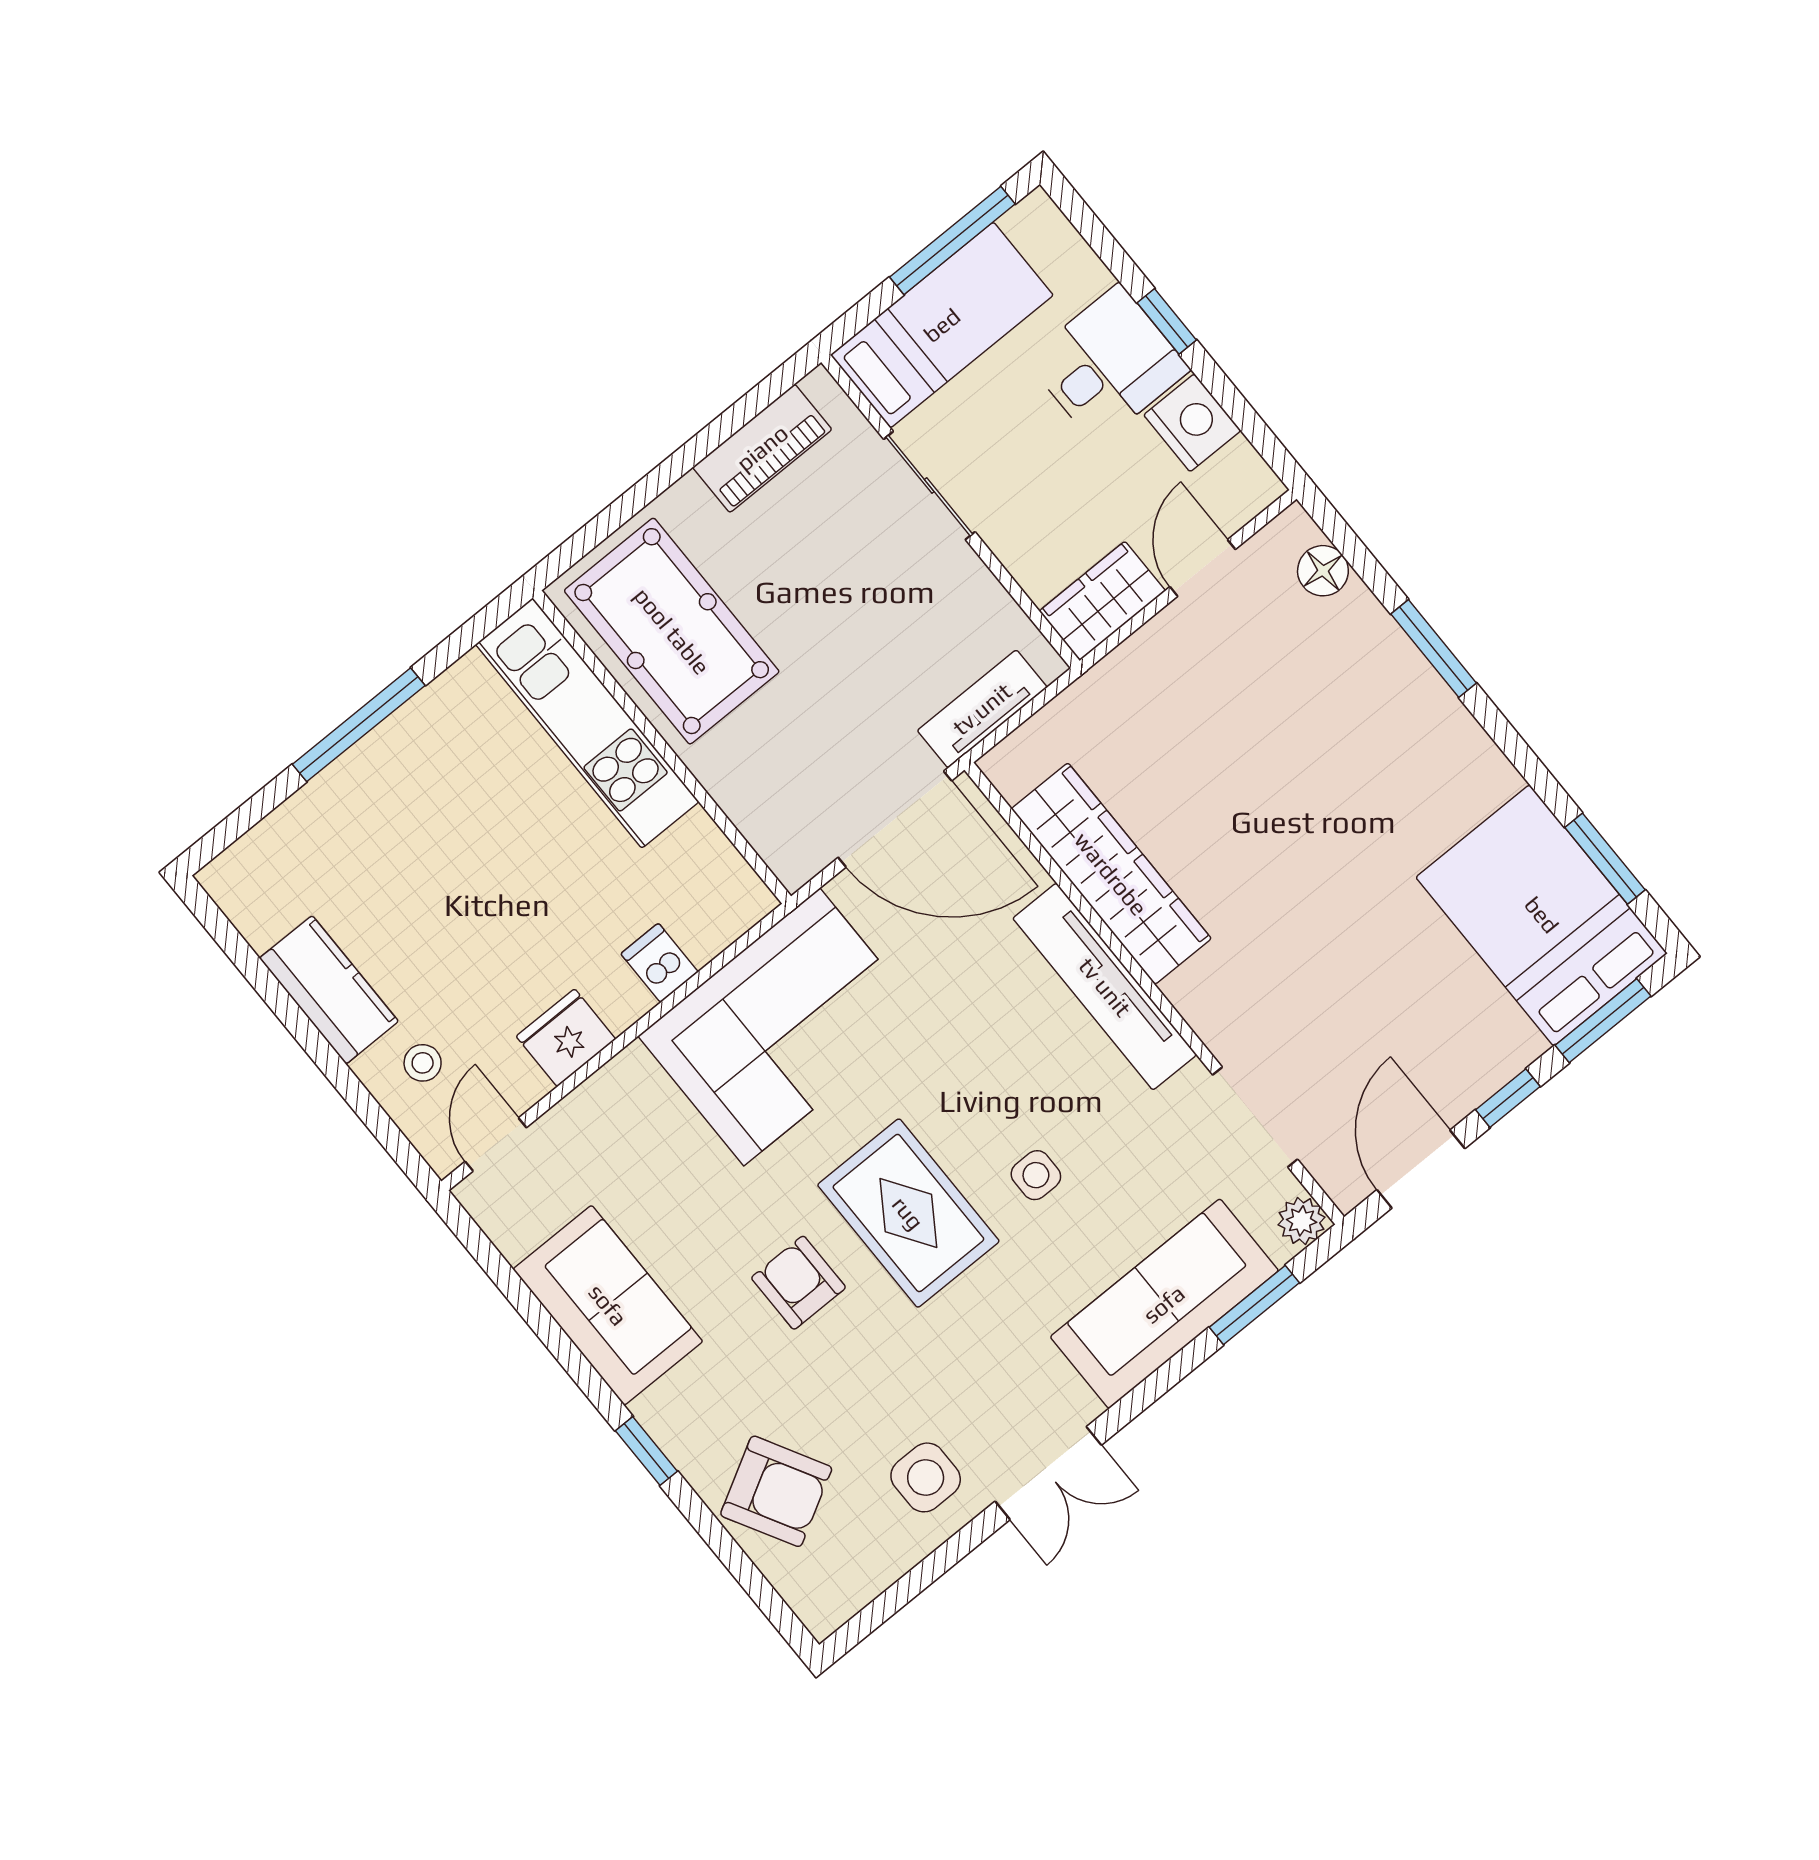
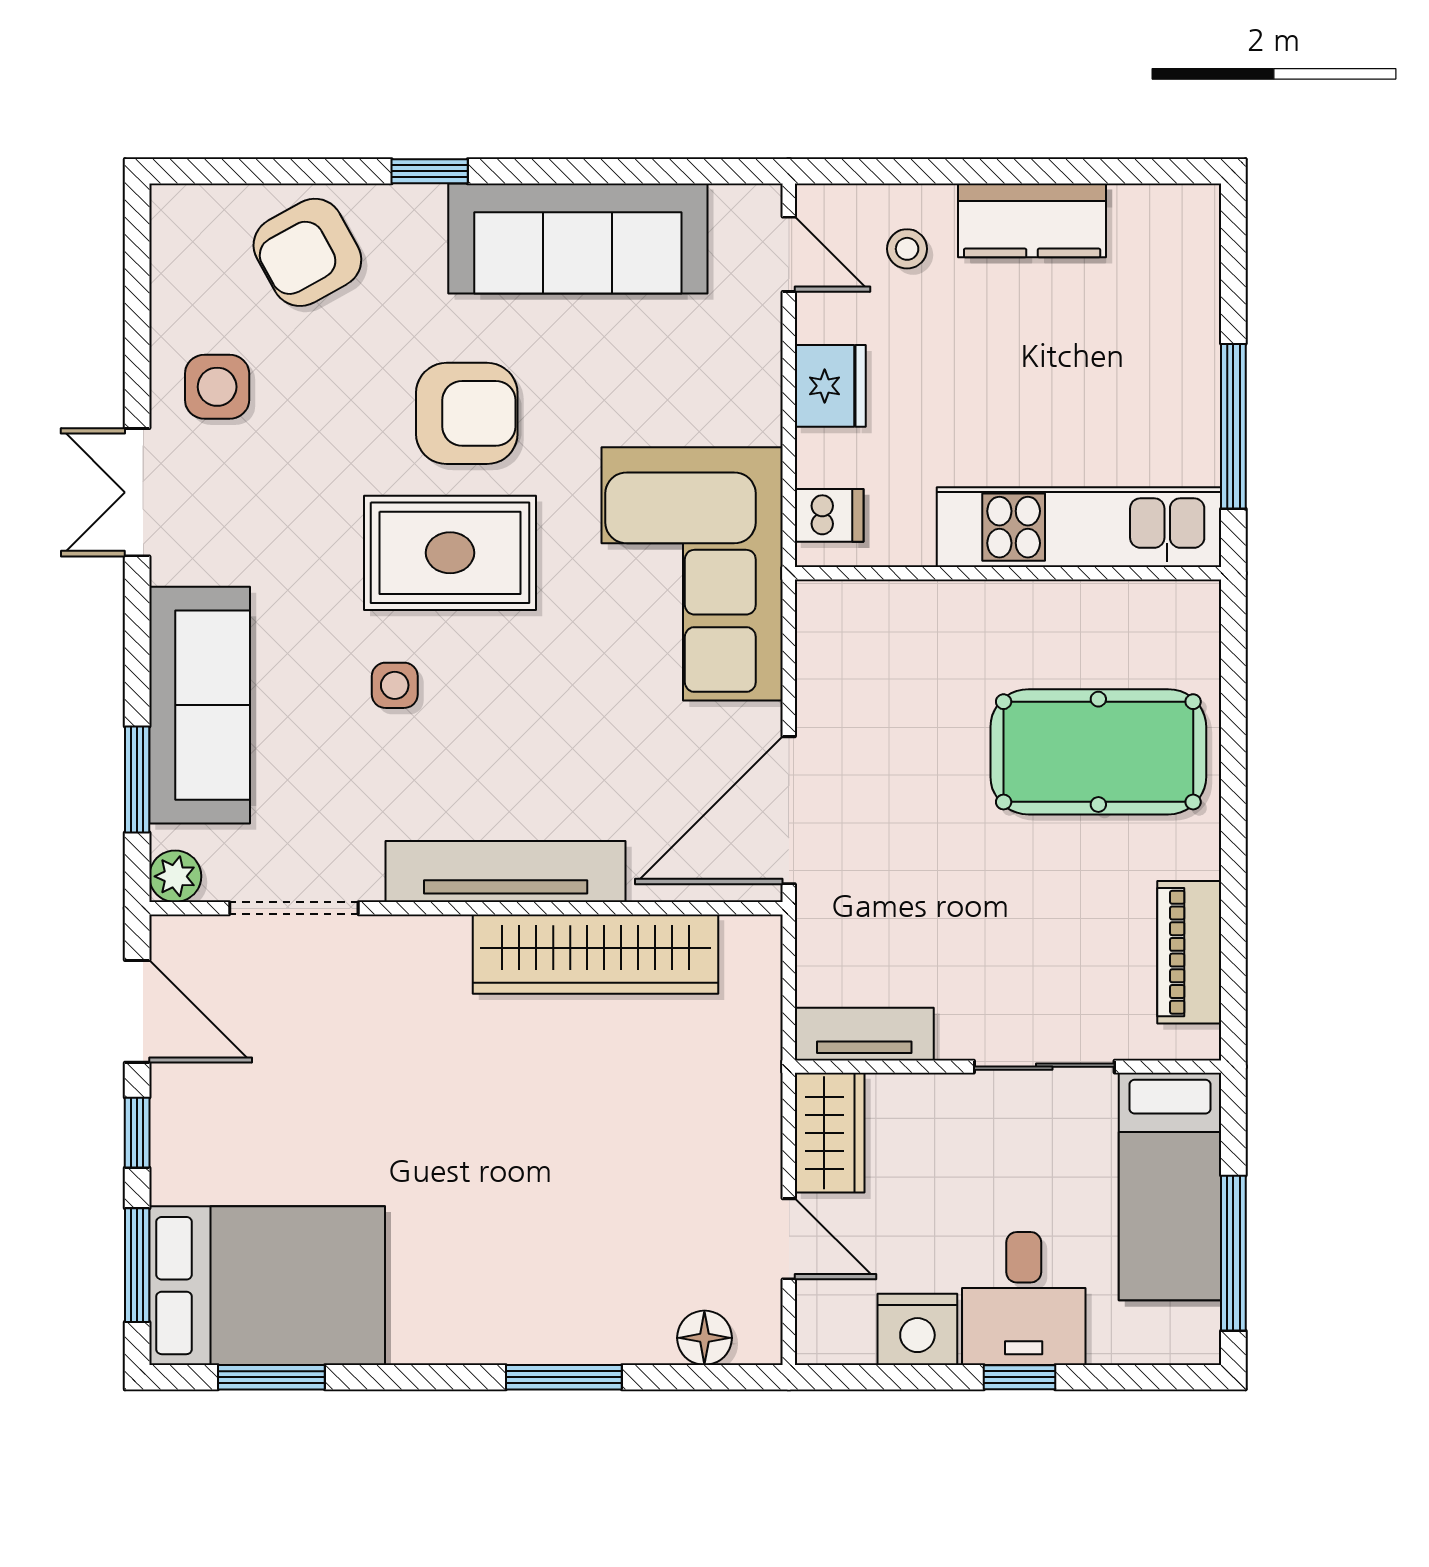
tv unit: (982, 709) -> (864, 1034), moved, turned -90
kitchen unit: (587, 723) -> (1079, 527), moved
wall: (662, 747) -> (1008, 573), moved
armchair: (798, 1283) -> (467, 413), width x1.38, depth x1.38
sofa: (608, 1305) -> (578, 239), width x1.36

